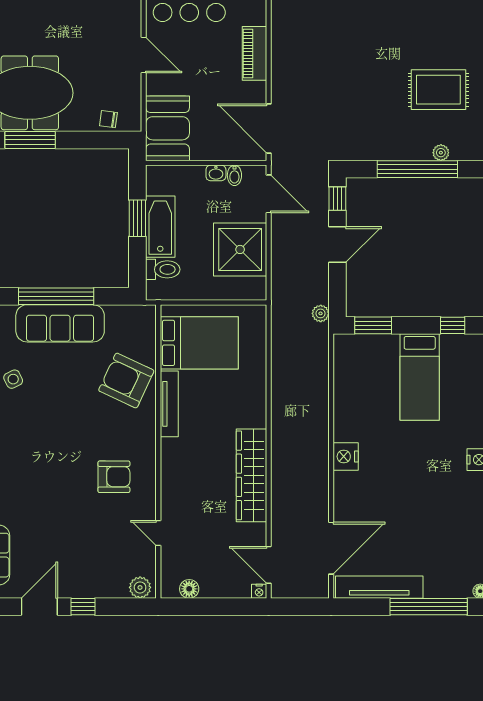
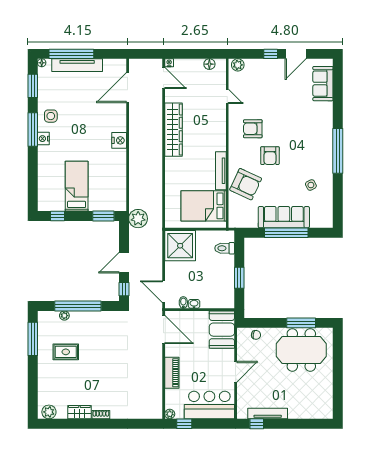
door: (144, 55) -> (236, 372), swing flipped
rug: (438, 90) -> (66, 352), width x0.73, depth x0.70
bathtub: (160, 227) -> (226, 273), removed
shower: (240, 249) -> (180, 246), moved
plant: (321, 313) -> (138, 219), width x1.87, depth x1.87
armchair: (84, 430) -> (270, 156), added
side table: (464, 499) -> (51, 116), added
tv unit: (379, 587) -> (77, 65), moved

